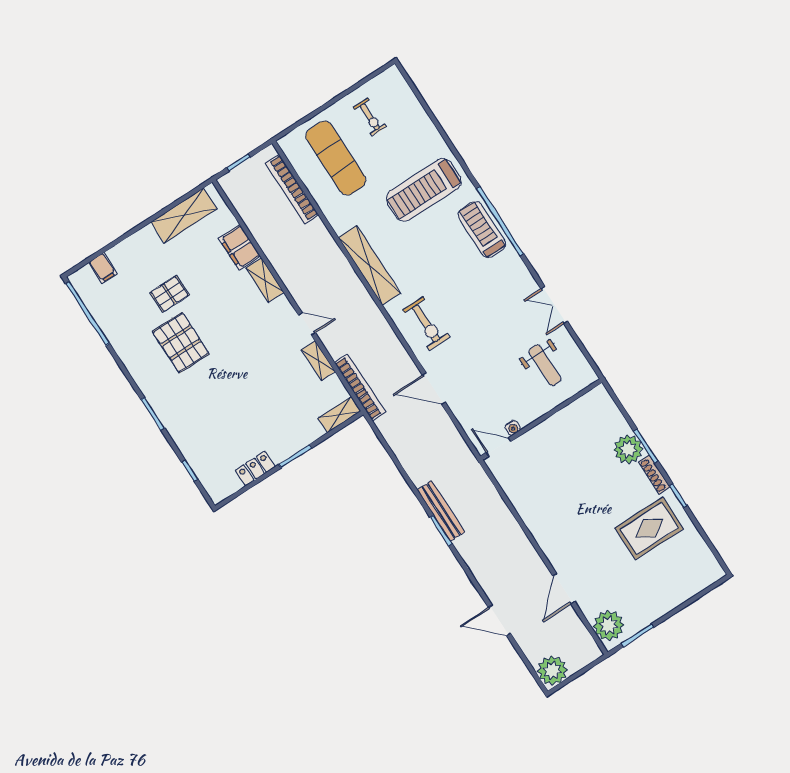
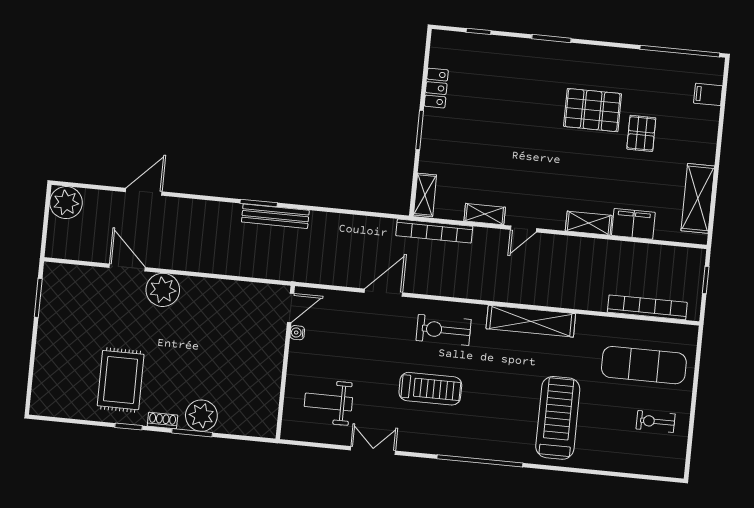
treadmill: (482, 229) -> (430, 389), moved
shoe rack: (654, 475) -> (162, 421), width x0.70
plant: (609, 625) -> (163, 290), moved

